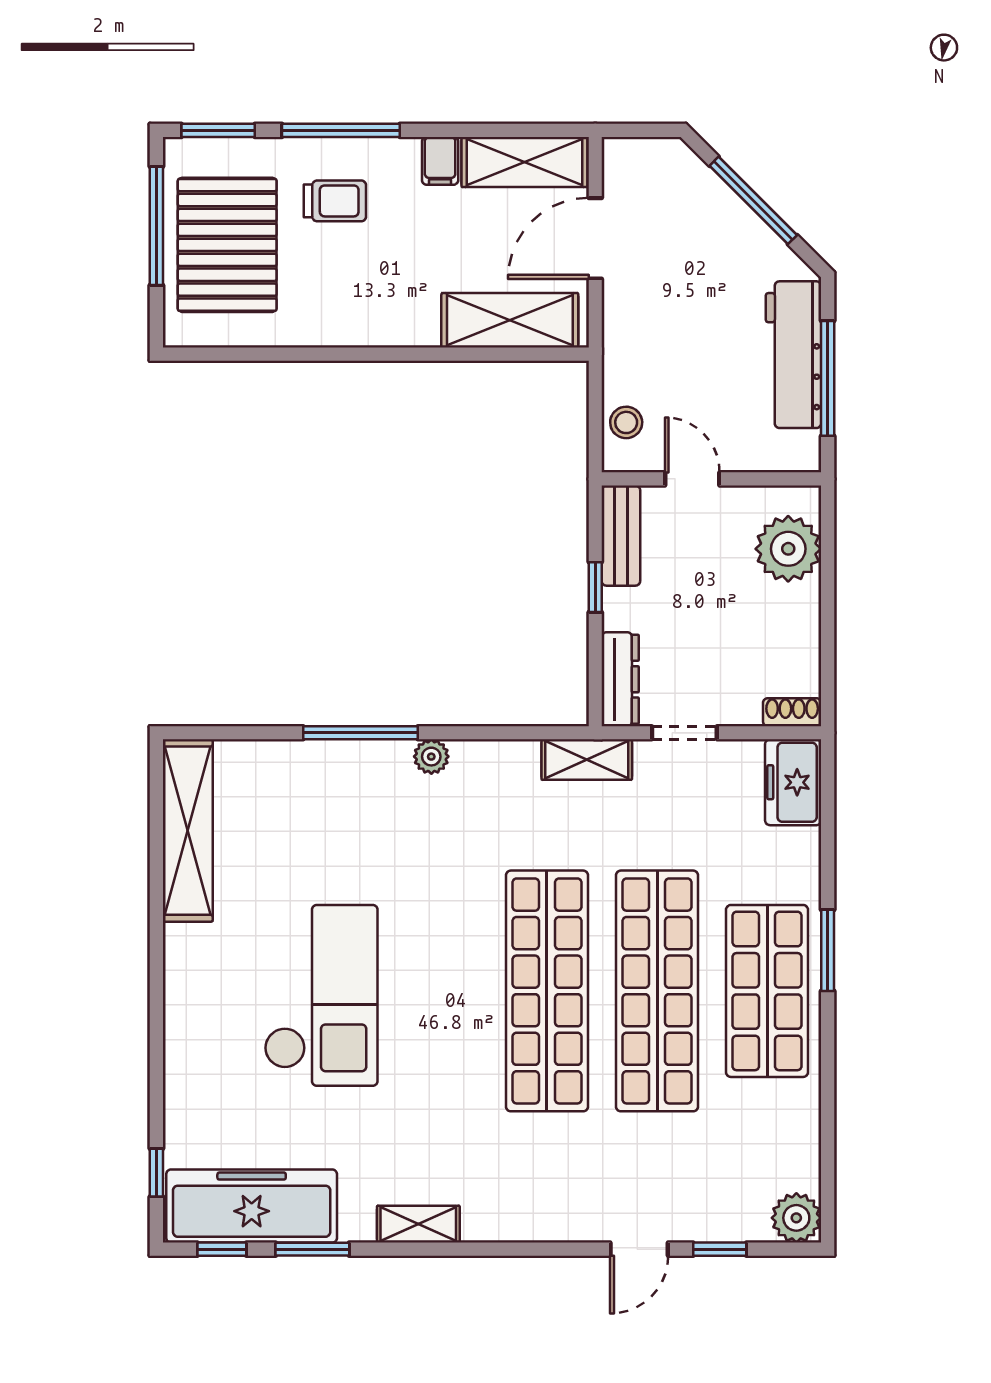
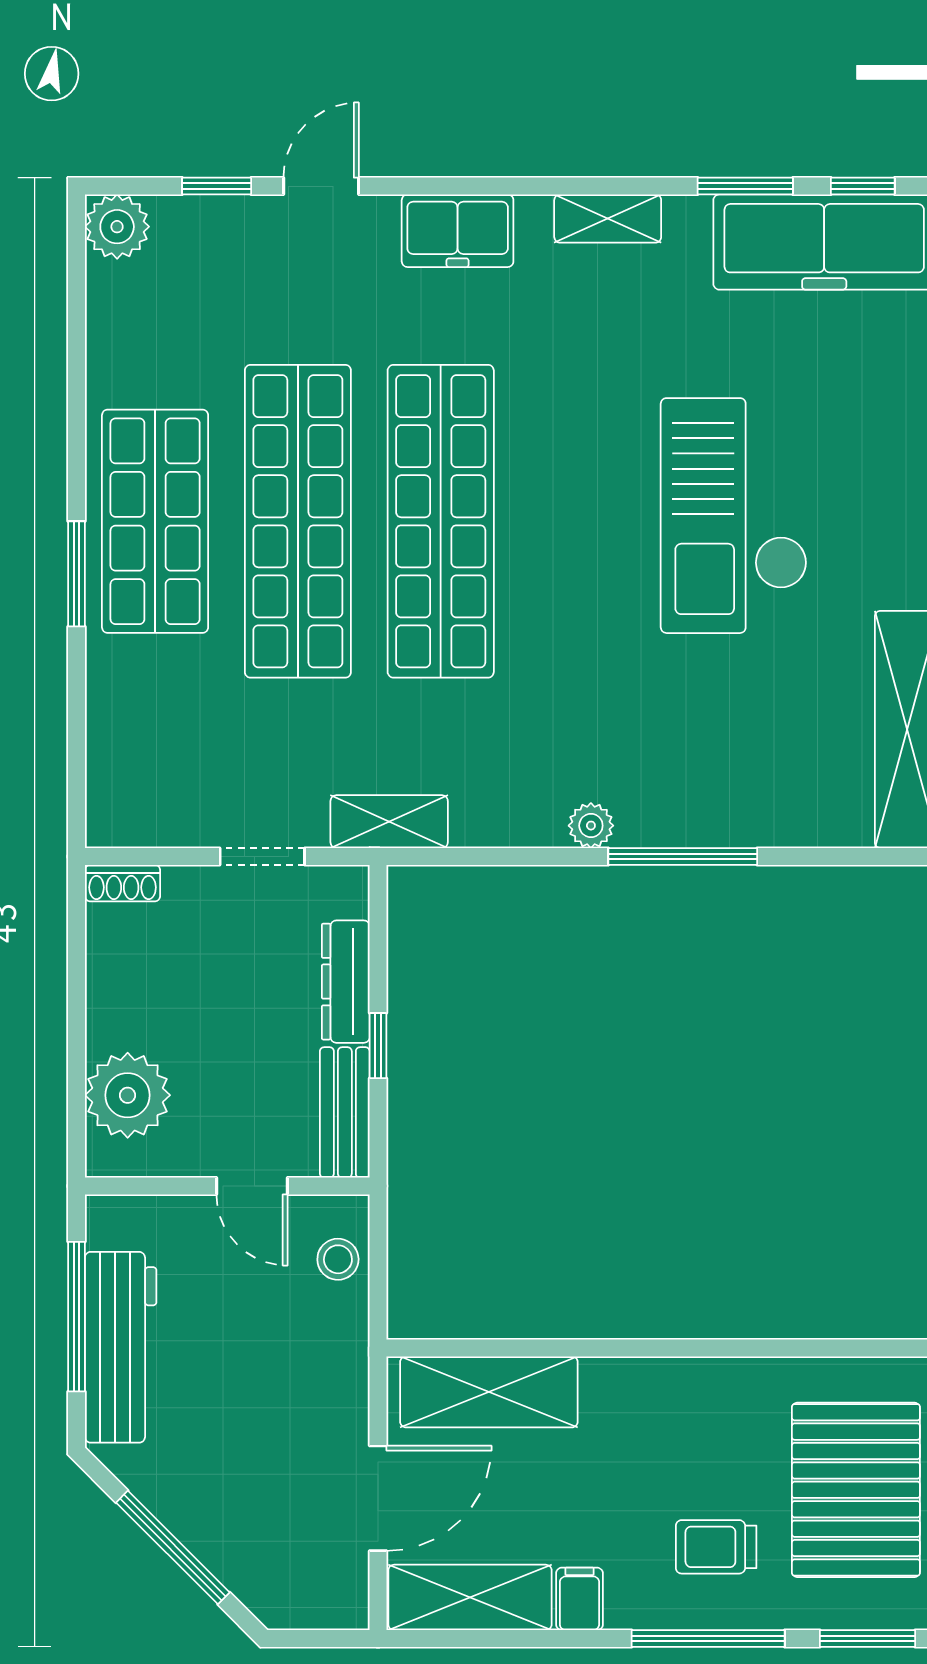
dresser: (620, 679) -> (346, 982), moved
freezer: (793, 782) -> (458, 231), moved, turned 90

